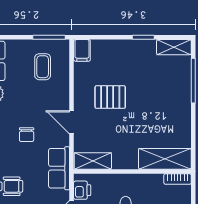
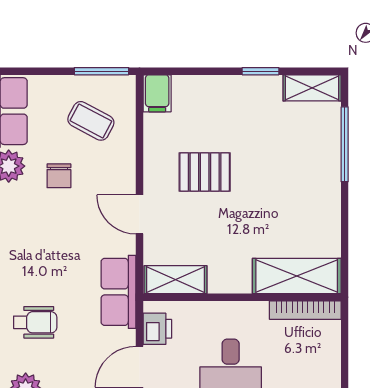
coffee table: (43, 67) -> (91, 121), turned -62
chair: (27, 135) -> (59, 176), moved
bookcase: (178, 179) -> (305, 310), width x1.56

